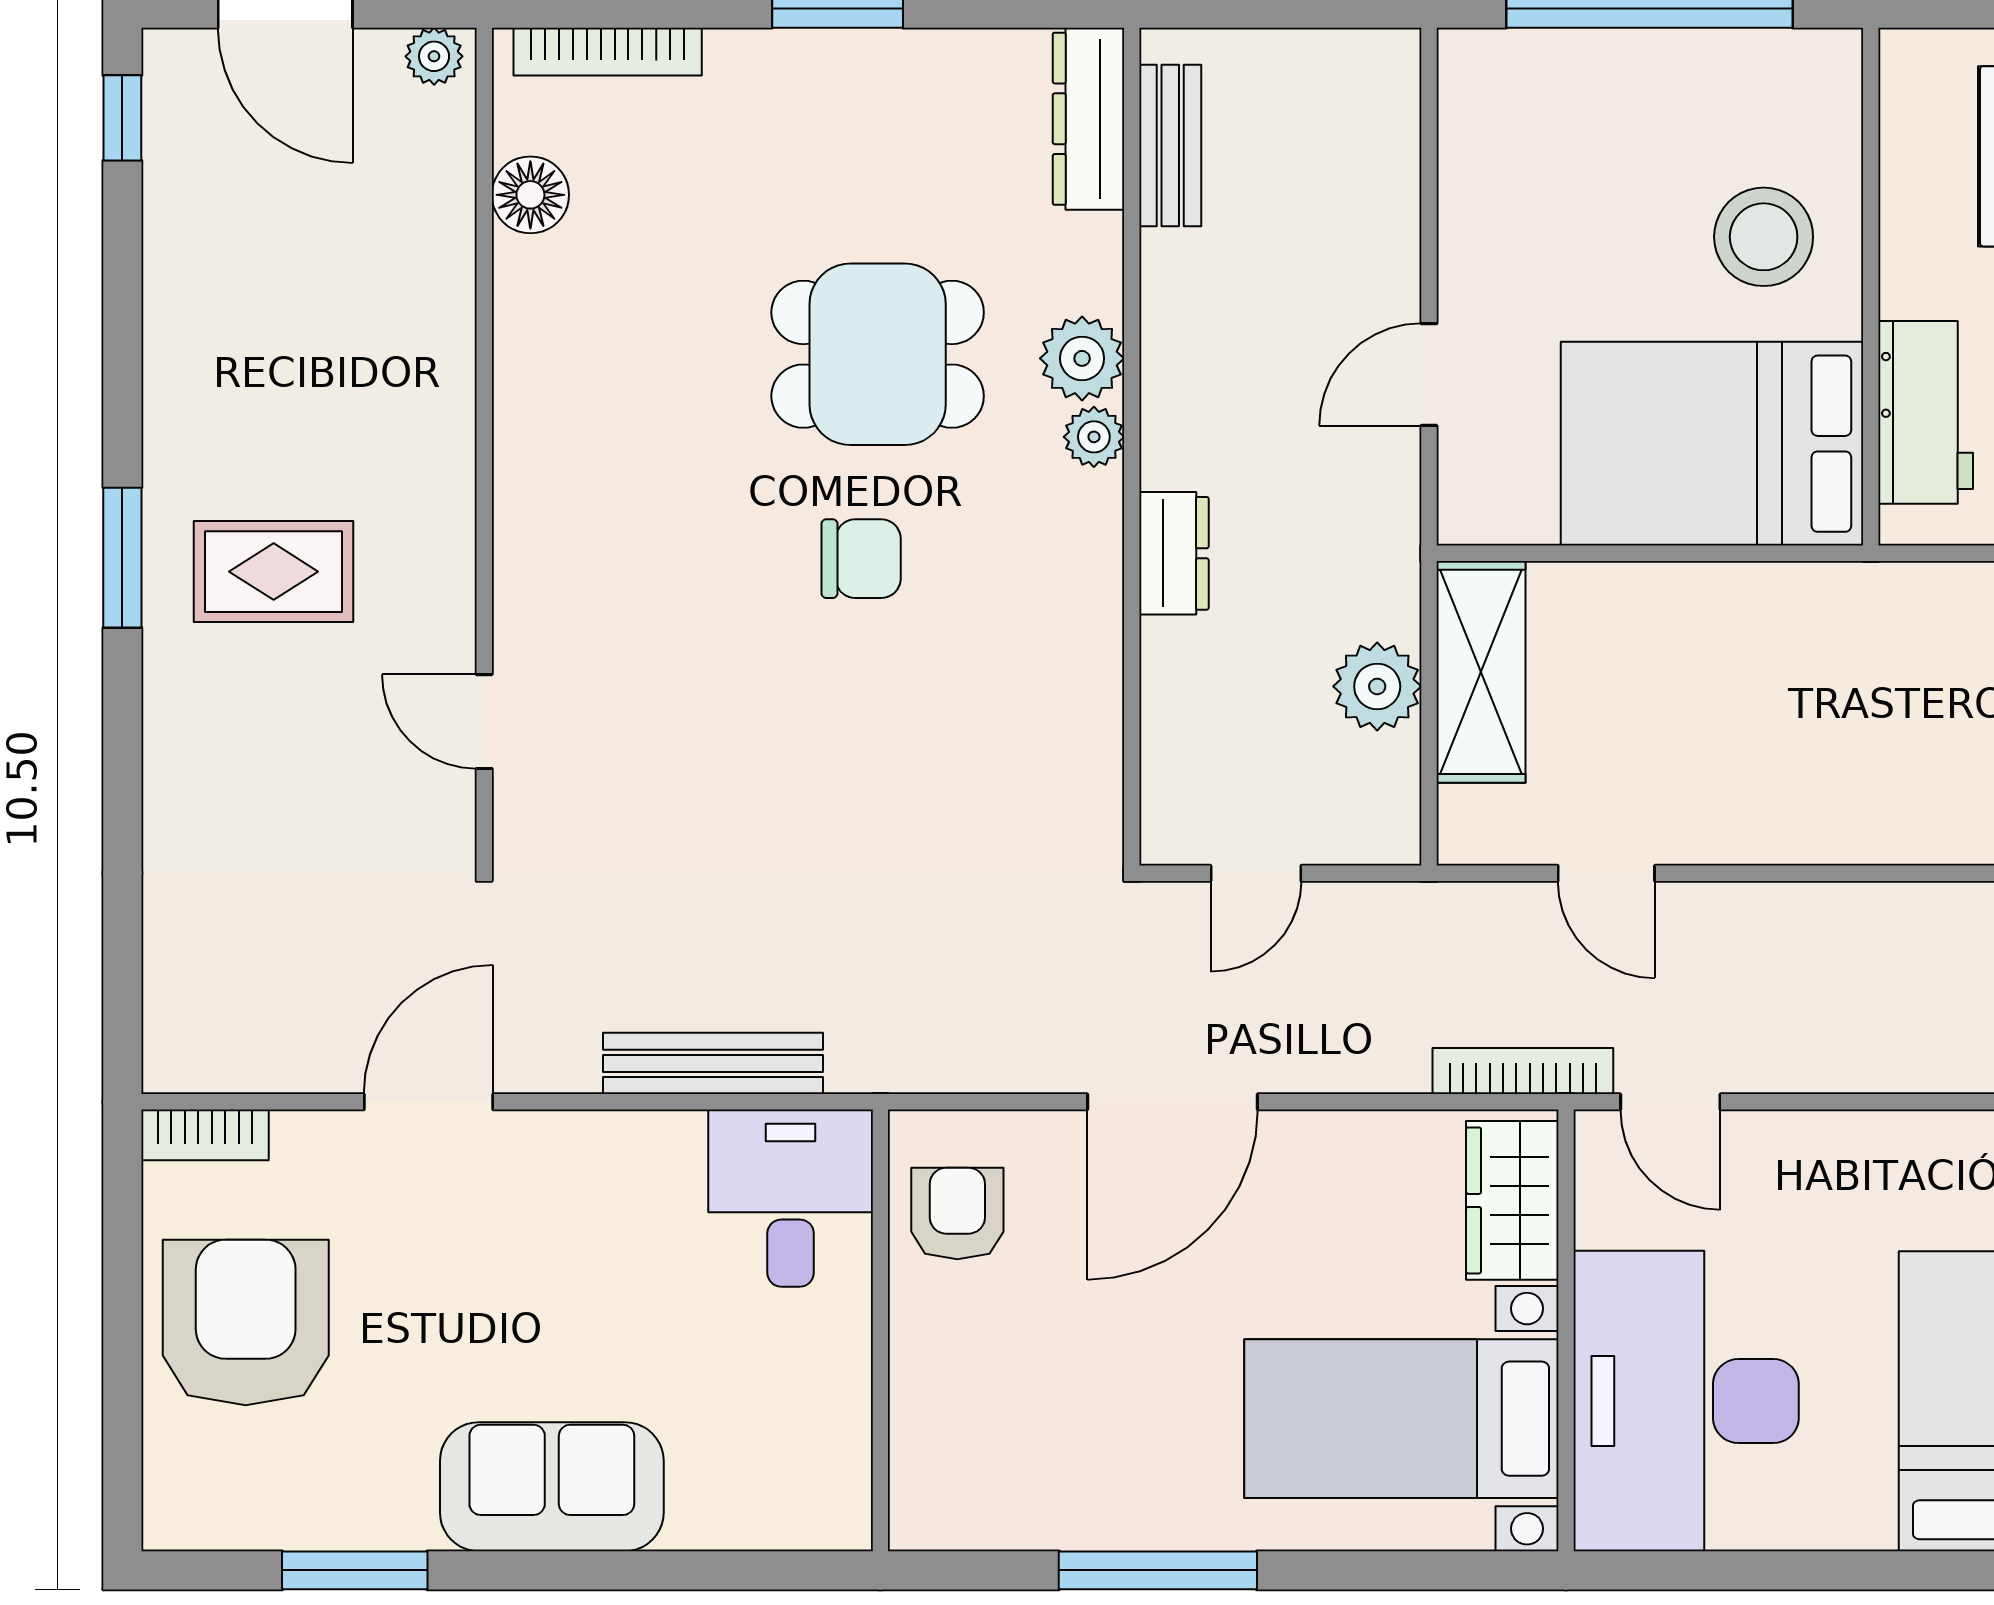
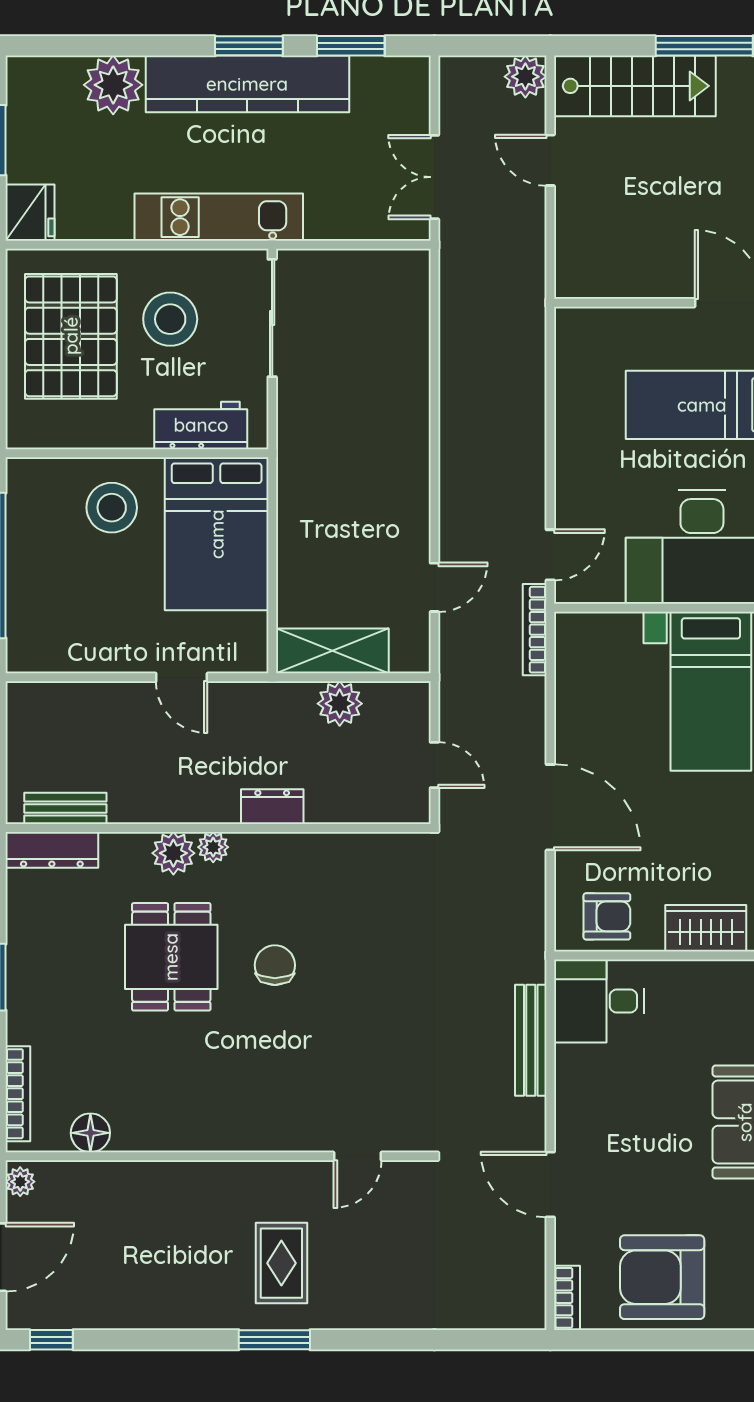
wardrobe: (1512, 1200) -> (706, 928), moved, turned 180
armchair: (957, 1214) -> (607, 916), turned 180

